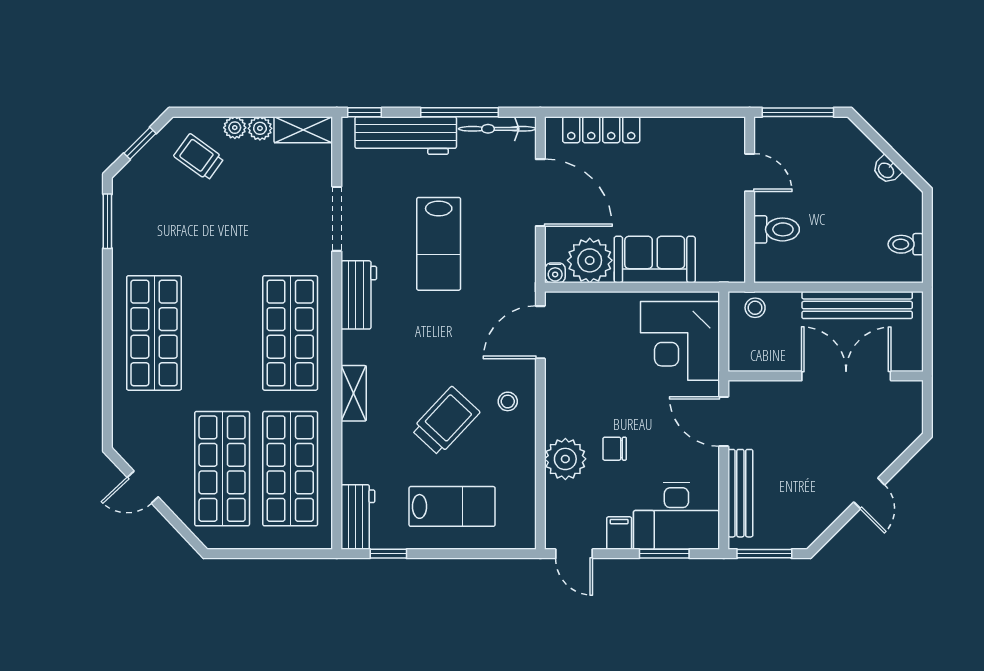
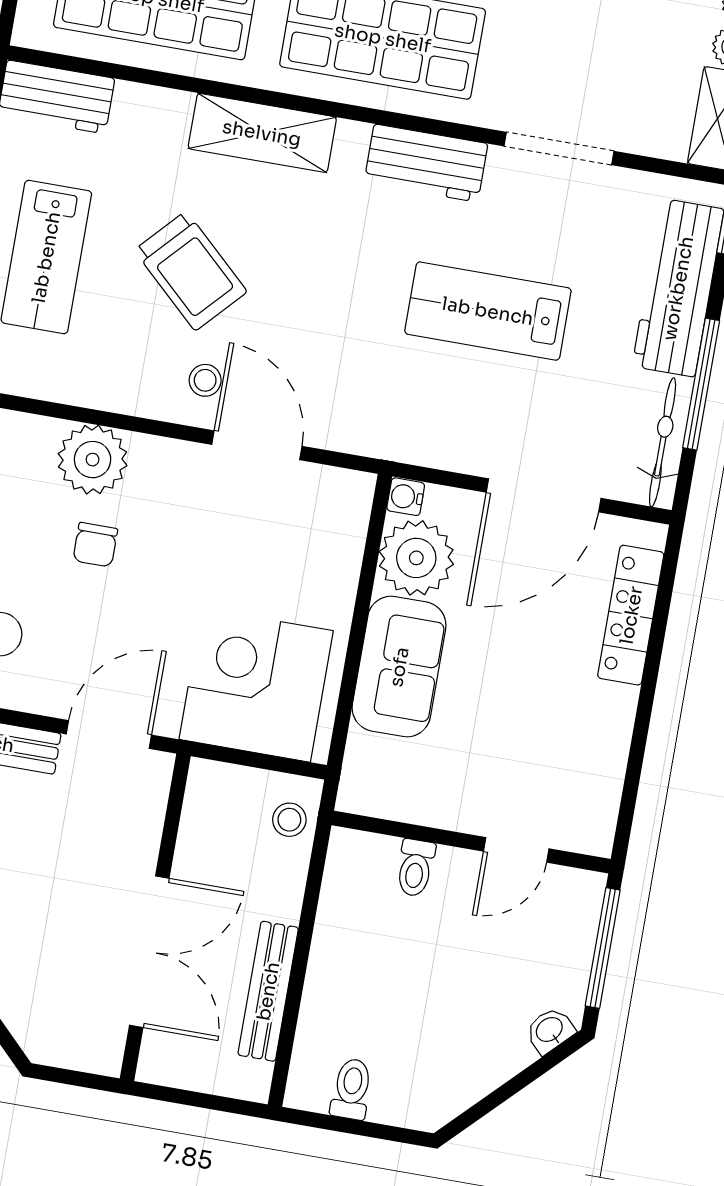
washbasin: (886, 170) -> (550, 1030), moved
toilet: (777, 229) -> (415, 868), width x0.73, depth x0.72
bench: (857, 305) -> (268, 991), width x0.73, depth x0.82
door: (540, 332) -> (257, 445), moved
shelving: (354, 393) -> (262, 133), width x1.50, depth x1.33
chair: (615, 449) -> (95, 545), turned 180

